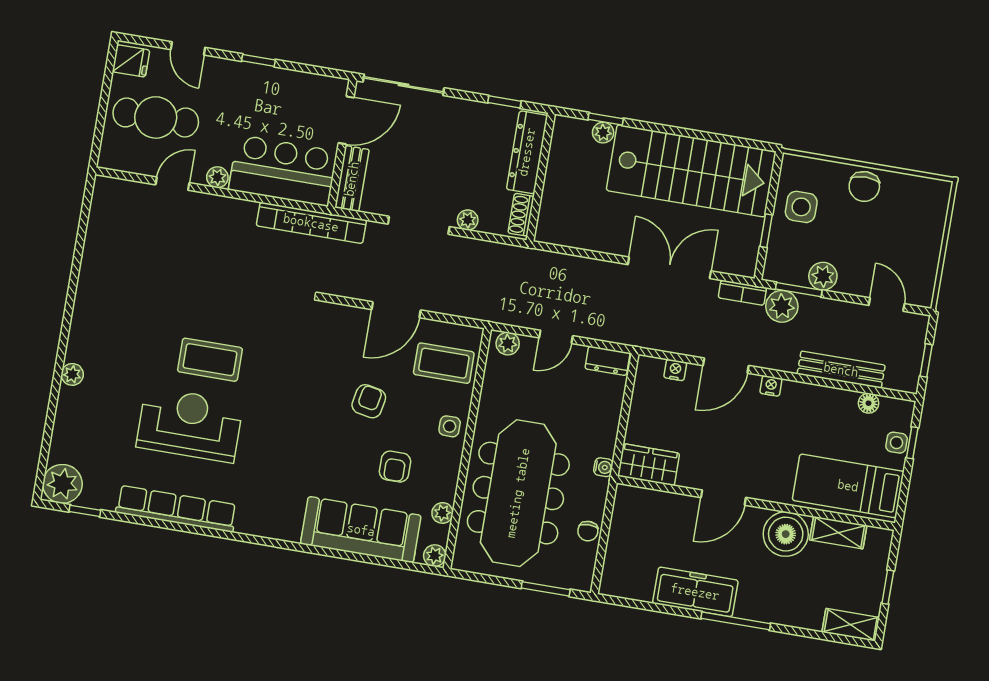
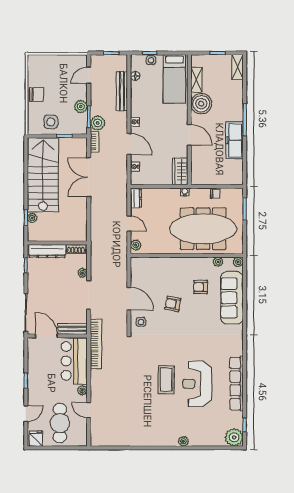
coffee table: (444, 363) -> (150, 273), removed
side table: (450, 426) -> (141, 322), moved
armchair: (395, 467) -> (201, 287), turned 180

